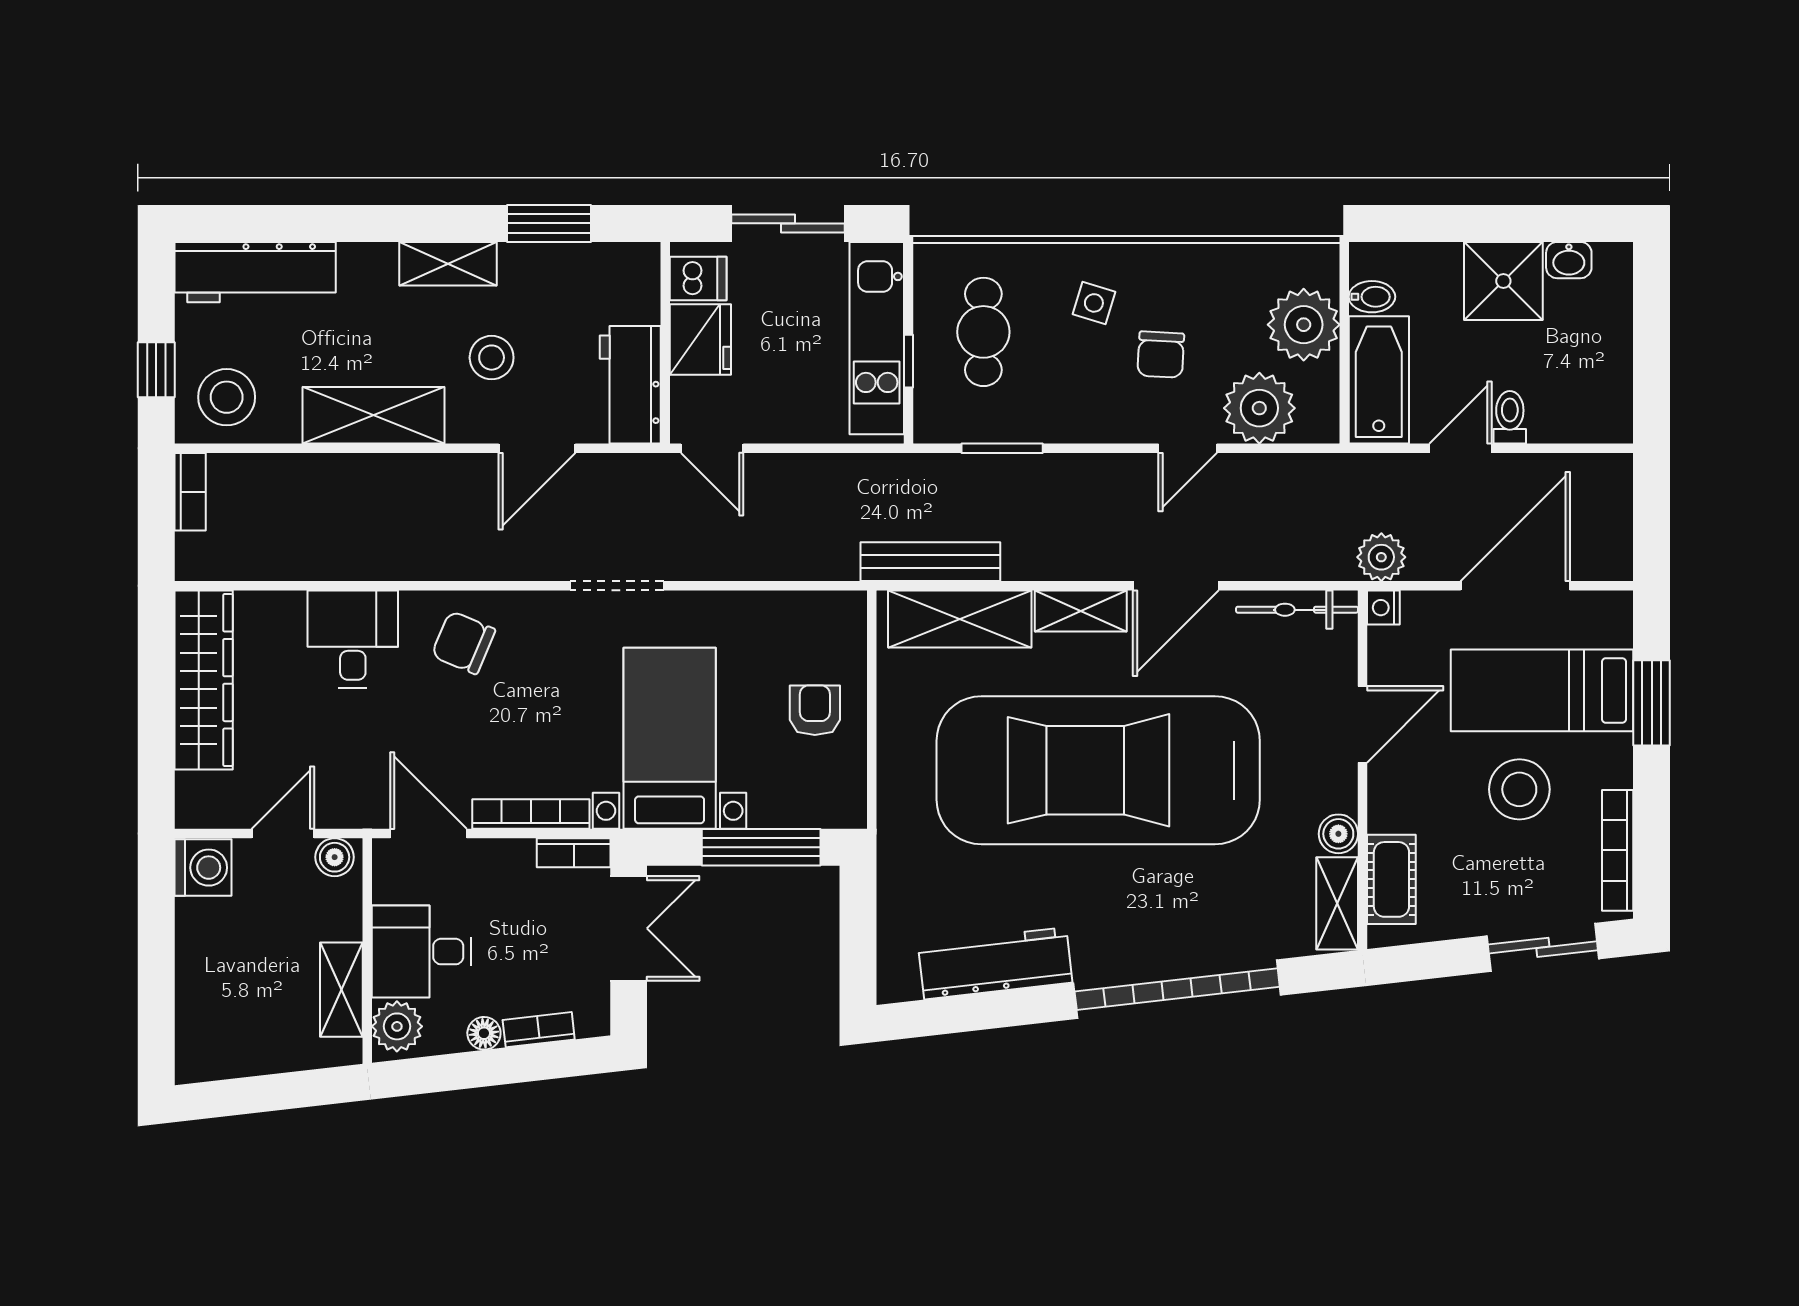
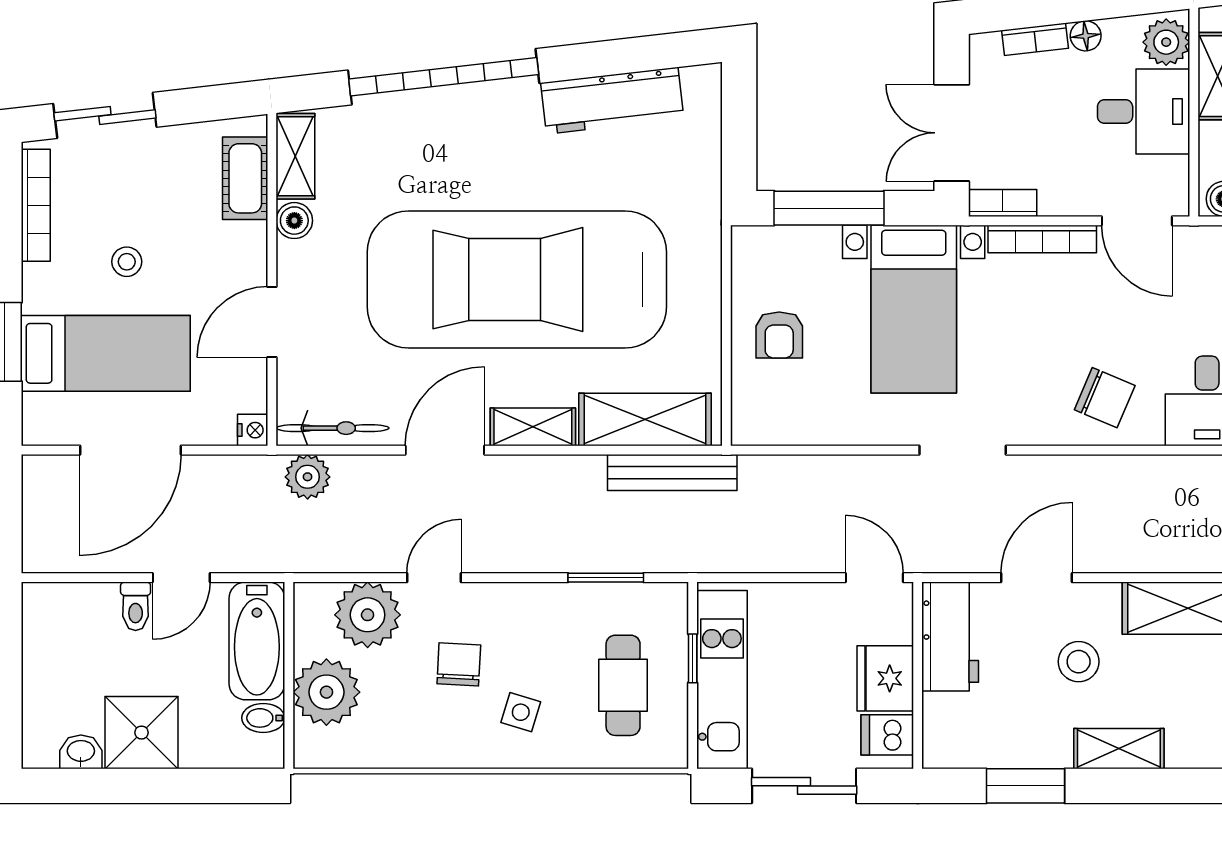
plant: (1381, 557) -> (308, 477), moved
car: (1098, 770) -> (517, 279), turned 180
stool: (1519, 789) -> (127, 262), width x0.53, depth x0.53

